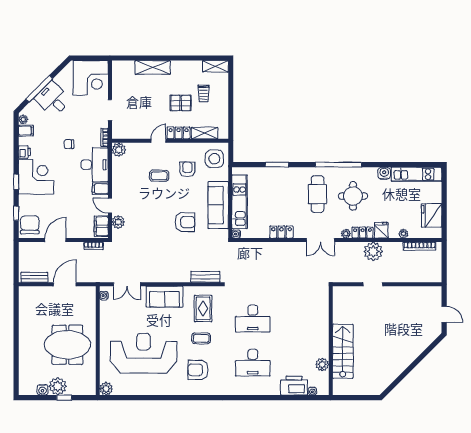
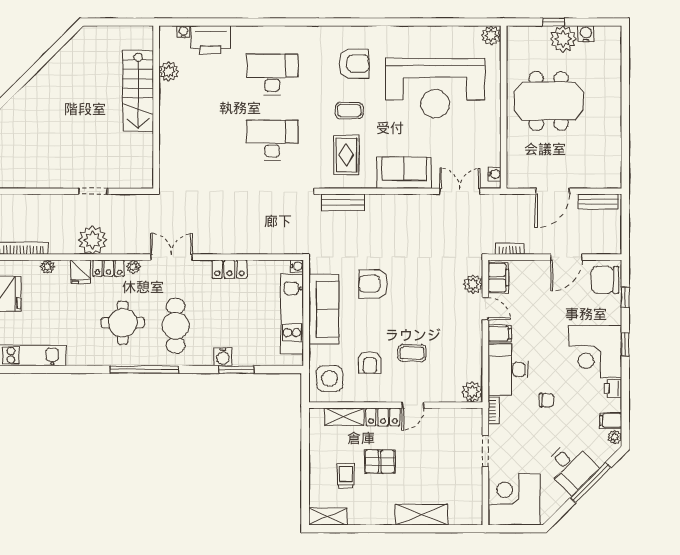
water cooler: (384, 173) -> (223, 357), moved
chair: (30, 225) -> (605, 280), turned 90

